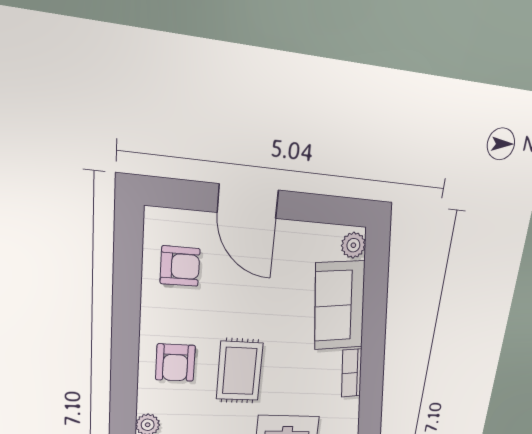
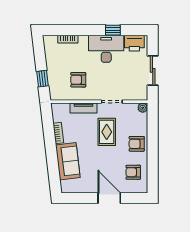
plant: (353, 245) -> (65, 186), removed
armchair: (175, 363) -> (137, 144), moved, turned -90

